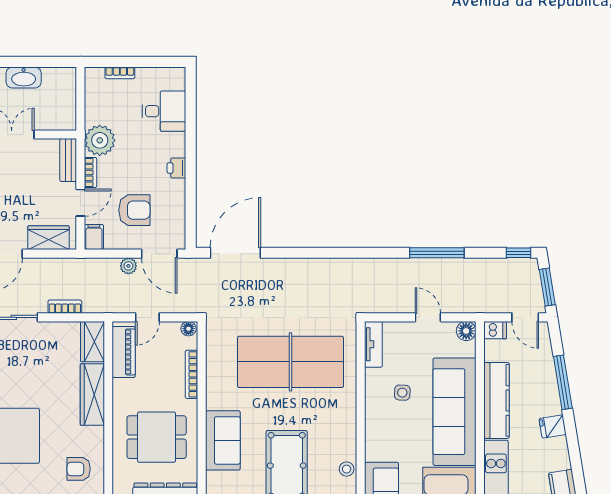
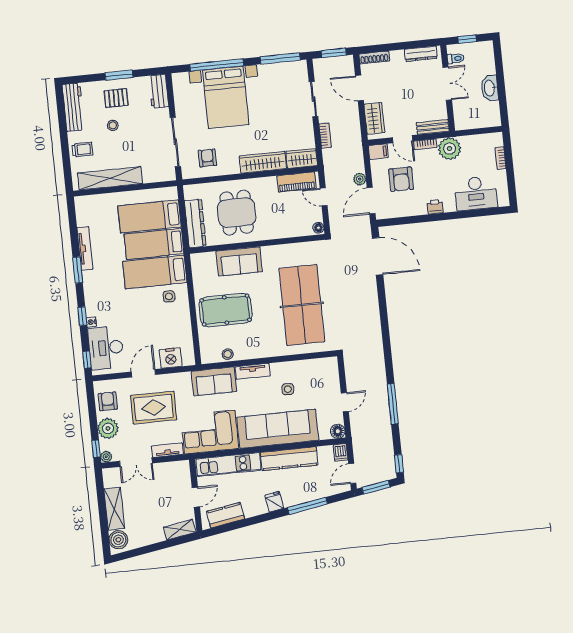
desk: (164, 111) -> (476, 193), width x1.37
tv unit: (373, 344) -> (253, 371), moved
bookcase: (191, 374) -> (285, 233), removed

